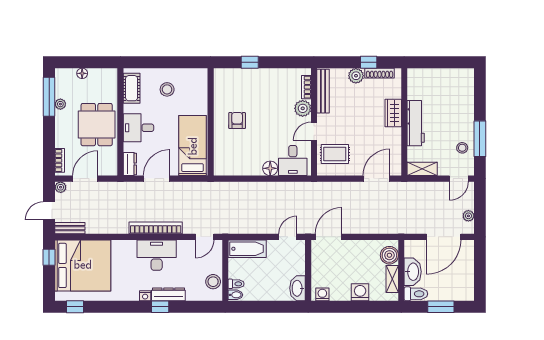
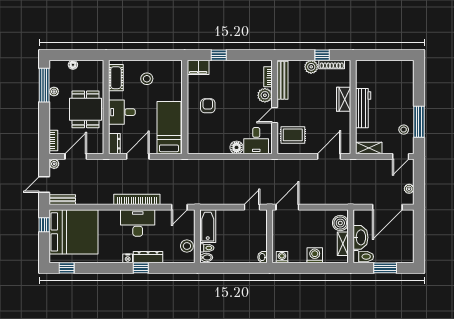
filing cabinet: (226, 76) -> (198, 67), added
bathtub: (247, 249) -> (208, 226), moved, turned -90
washbasin: (298, 288) -> (262, 257), width x0.52, depth x0.69

